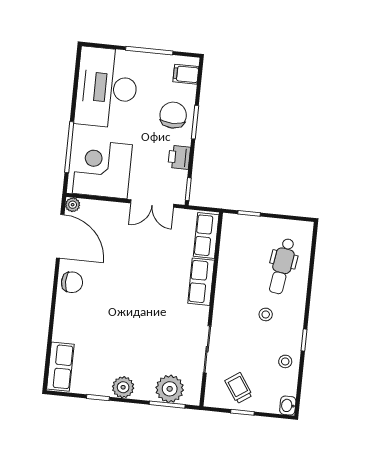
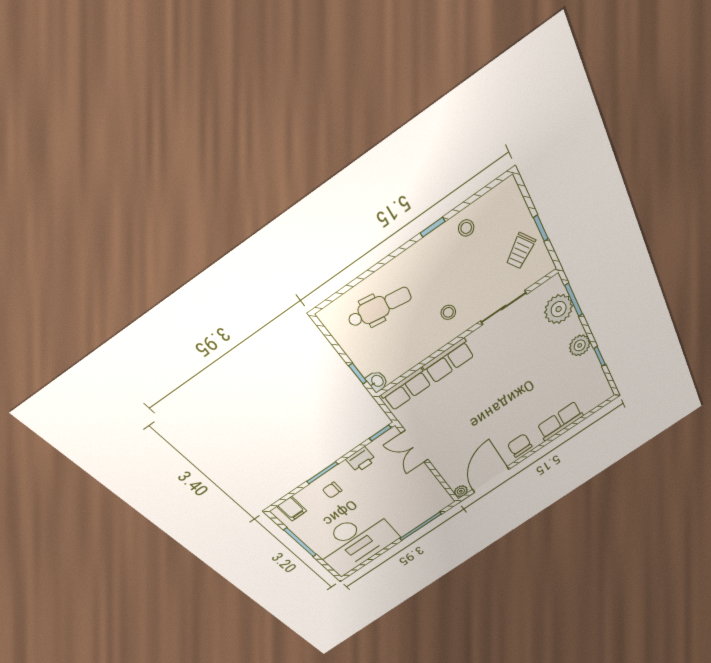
chair: (173, 115) -> (332, 490), width x0.54, depth x0.54
corner desk: (102, 169) -> (418, 496), removed
double door: (152, 204) -> (415, 446), swing flipped
stool: (266, 314) -> (448, 312), moved
row of seats: (60, 367) -> (560, 421), moved
washbasin: (288, 406) -> (377, 381), moved, turned -90

